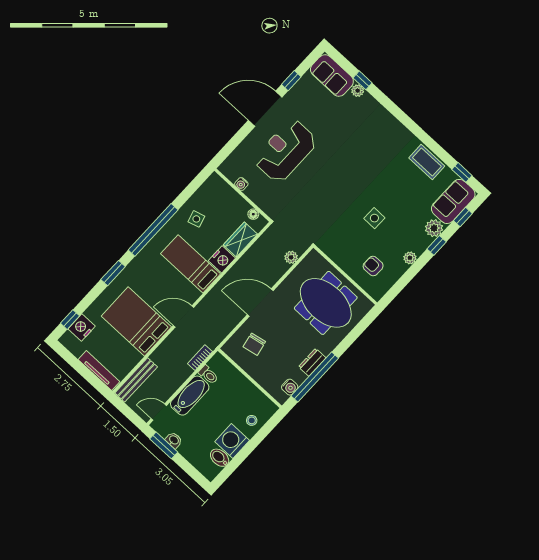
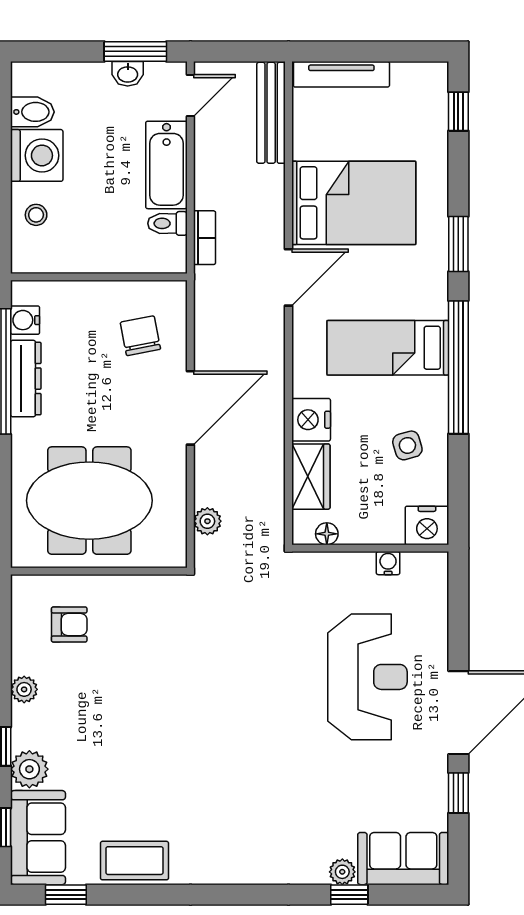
side table: (374, 218) -> (135, 700), removed
bed: (191, 264) -> (388, 348), moved, turned 180
nightstand: (82, 328) -> (427, 525), moved, turned 90
dresser: (312, 362) -> (26, 379), width x1.44

